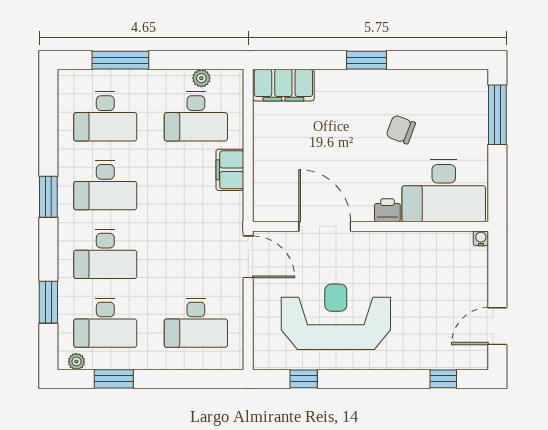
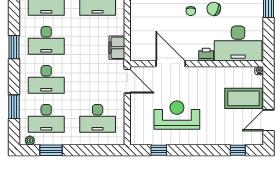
chair: (360, 133) -> (191, 11), added
filing cabinet: (230, 170) -> (117, 48), moved
coffee table: (453, 287) -> (244, 98), added
reception desk: (336, 317) -> (177, 115), width x0.74, depth x0.77

